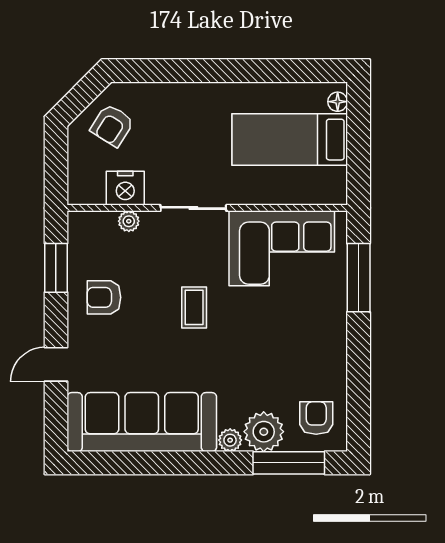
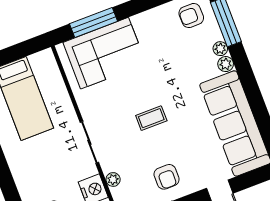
corner sofa: (282, 248) -> (105, 53), moved, turned 90
plant: (264, 432) -> (220, 49), width x0.53, depth x0.53

